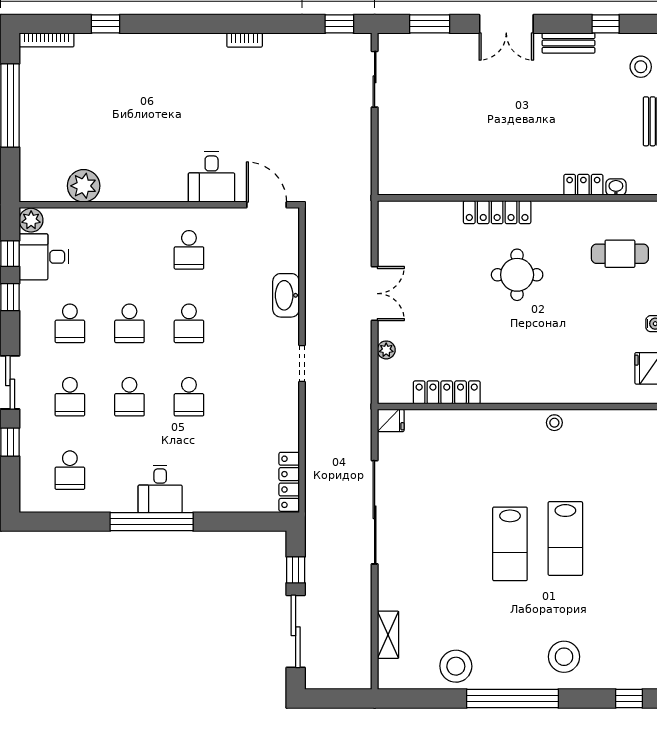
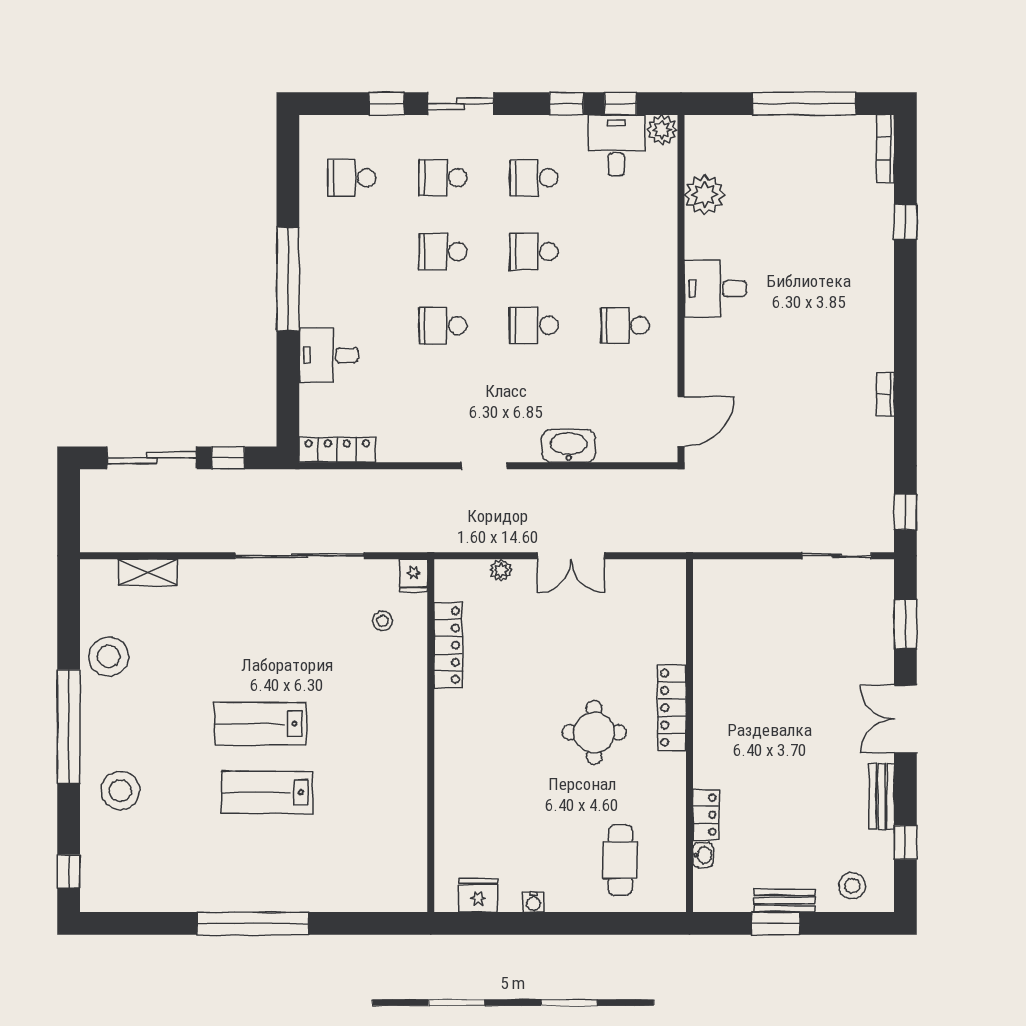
desk: (212, 177) -> (715, 289), moved
stool: (554, 423) -> (382, 621), moved
desk: (160, 489) -> (329, 355), moved

